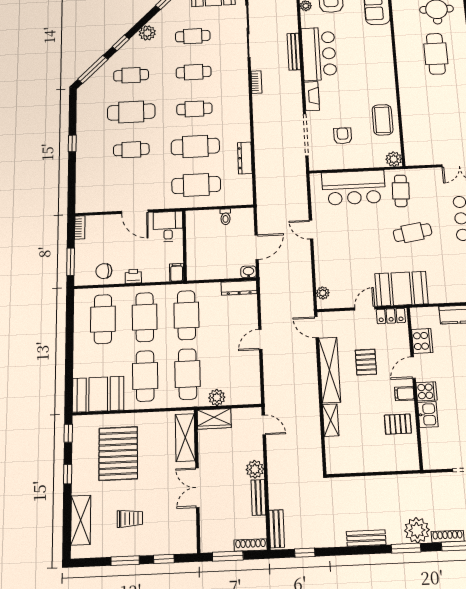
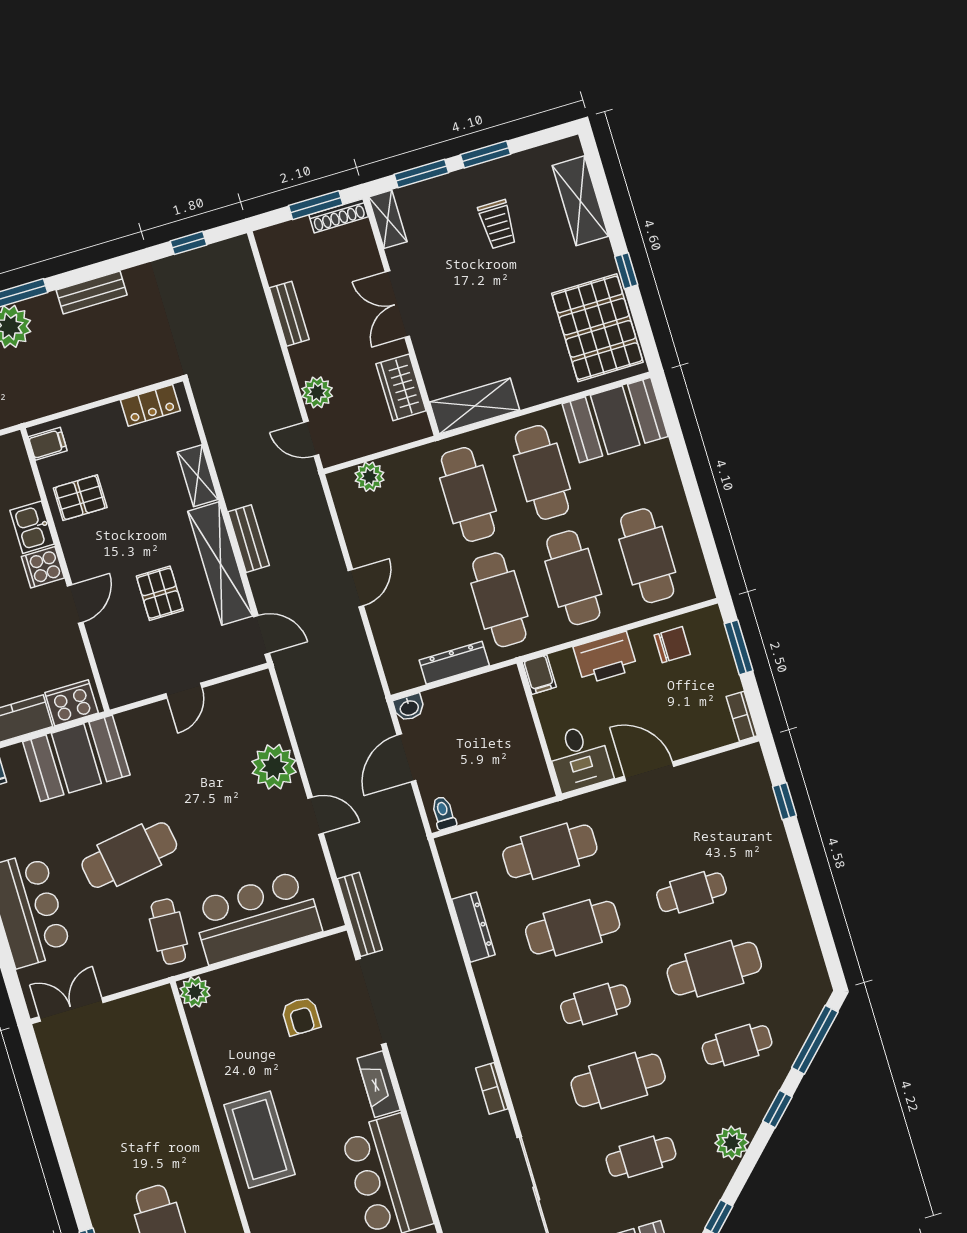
bench: (294, 52) -> (360, 914), moved
cafe table: (194, 72) -> (618, 1080), width x1.37, depth x1.35
coffee table: (382, 120) -> (259, 1140), moved, width x1.36, depth x1.32
window: (72, 143) -> (784, 801), moved
toilet: (225, 217) -> (444, 813), moved
cafe table: (413, 233) -> (129, 855), width x1.37, depth x1.35
printer: (133, 276) -> (605, 658), width x1.87, depth x1.48
dresser: (239, 288) -> (454, 663), moved
booth: (401, 289) -> (76, 758), moved
plant: (323, 293) -> (274, 767), moved, width x1.87, depth x1.87
locker: (391, 316) -> (150, 405), moved, turned 180
cooker: (422, 341) -> (72, 703), moved, turned 90
filing cabinet: (404, 394) -> (48, 444), moved
plant: (217, 397) -> (369, 477), moved
wardrobe: (214, 419) -> (401, 387), moved, turned -90
window: (68, 433) -> (647, 340), removed
shelving: (185, 438) -> (475, 406), moved, turned 90
pallet: (118, 453) -> (597, 328), moved
plant: (255, 469) -> (317, 392), moved
double door: (197, 488) -> (397, 304), swing flipped
trolley: (130, 519) -> (497, 224), turned -90
bench: (277, 529) -> (249, 539), moved
shelving: (190, 537) -> (388, 219), added
shoe rack: (251, 545) -> (339, 216), moved
window: (164, 559) -> (421, 174), width x1.50

